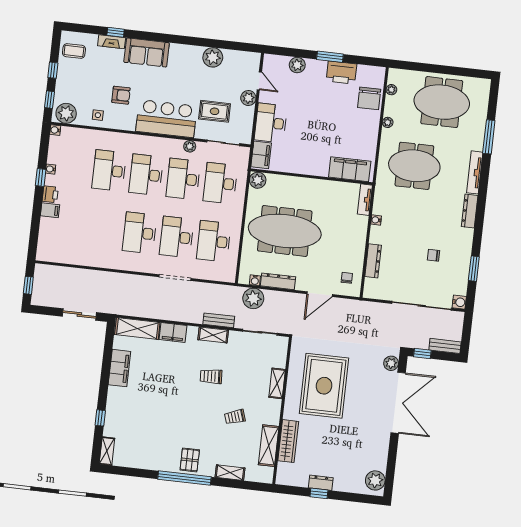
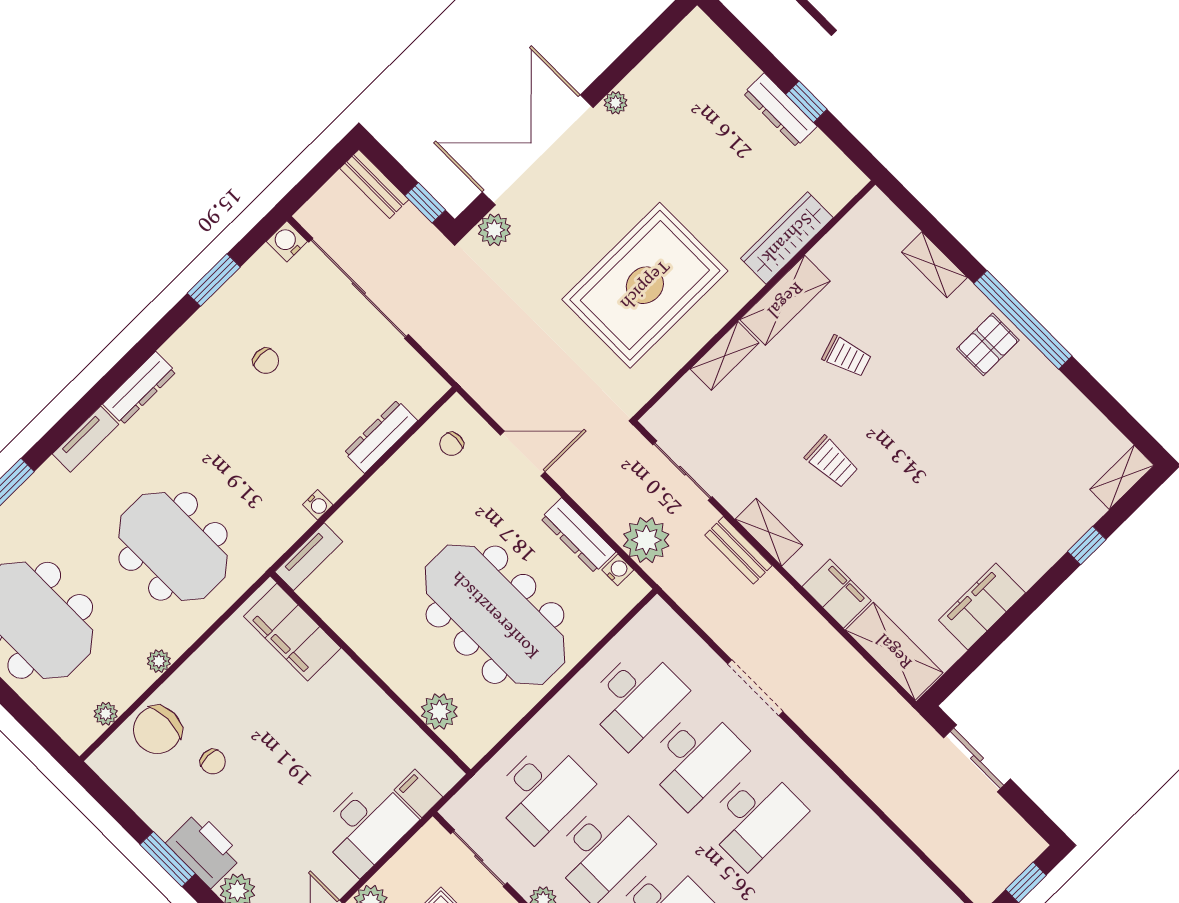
printer: (341, 73) -> (204, 850), moved
chair: (369, 98) -> (157, 730), turned 180
chair: (341, 103) -> (213, 762), added
filing cabinet: (261, 155) -> (418, 793), width x0.50
tv unit: (475, 172) -> (85, 439), width x0.71
plant: (258, 180) -> (439, 711), moved
shelving: (269, 446) -> (785, 300), moved
plant: (375, 480) -> (616, 103), moved, width x0.53, depth x0.53
dresser: (321, 483) -> (780, 110), width x1.44

